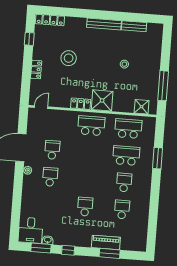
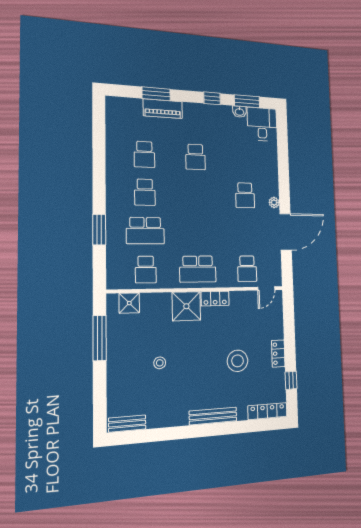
bench: (104, 24) -> (213, 416), moved
bench: (134, 26) -> (127, 424), moved
locker: (36, 69) -> (278, 354), moved
school desk: (128, 129) -> (146, 269), width x0.54
school desk: (52, 150) -> (247, 269), moved

